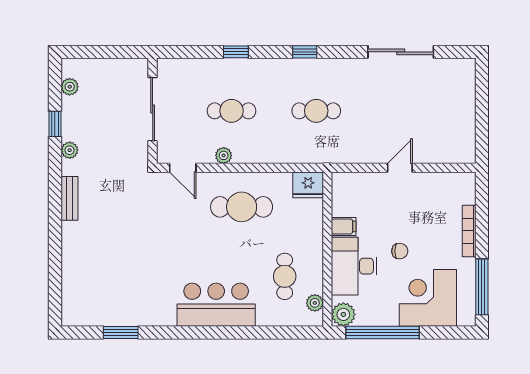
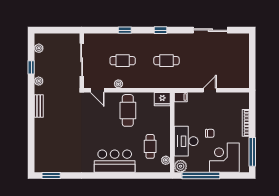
cafe table: (242, 207) -> (128, 110), turned 90
filing cabinet: (344, 226) -> (181, 97), moved
window: (121, 332) -> (51, 175), moved

